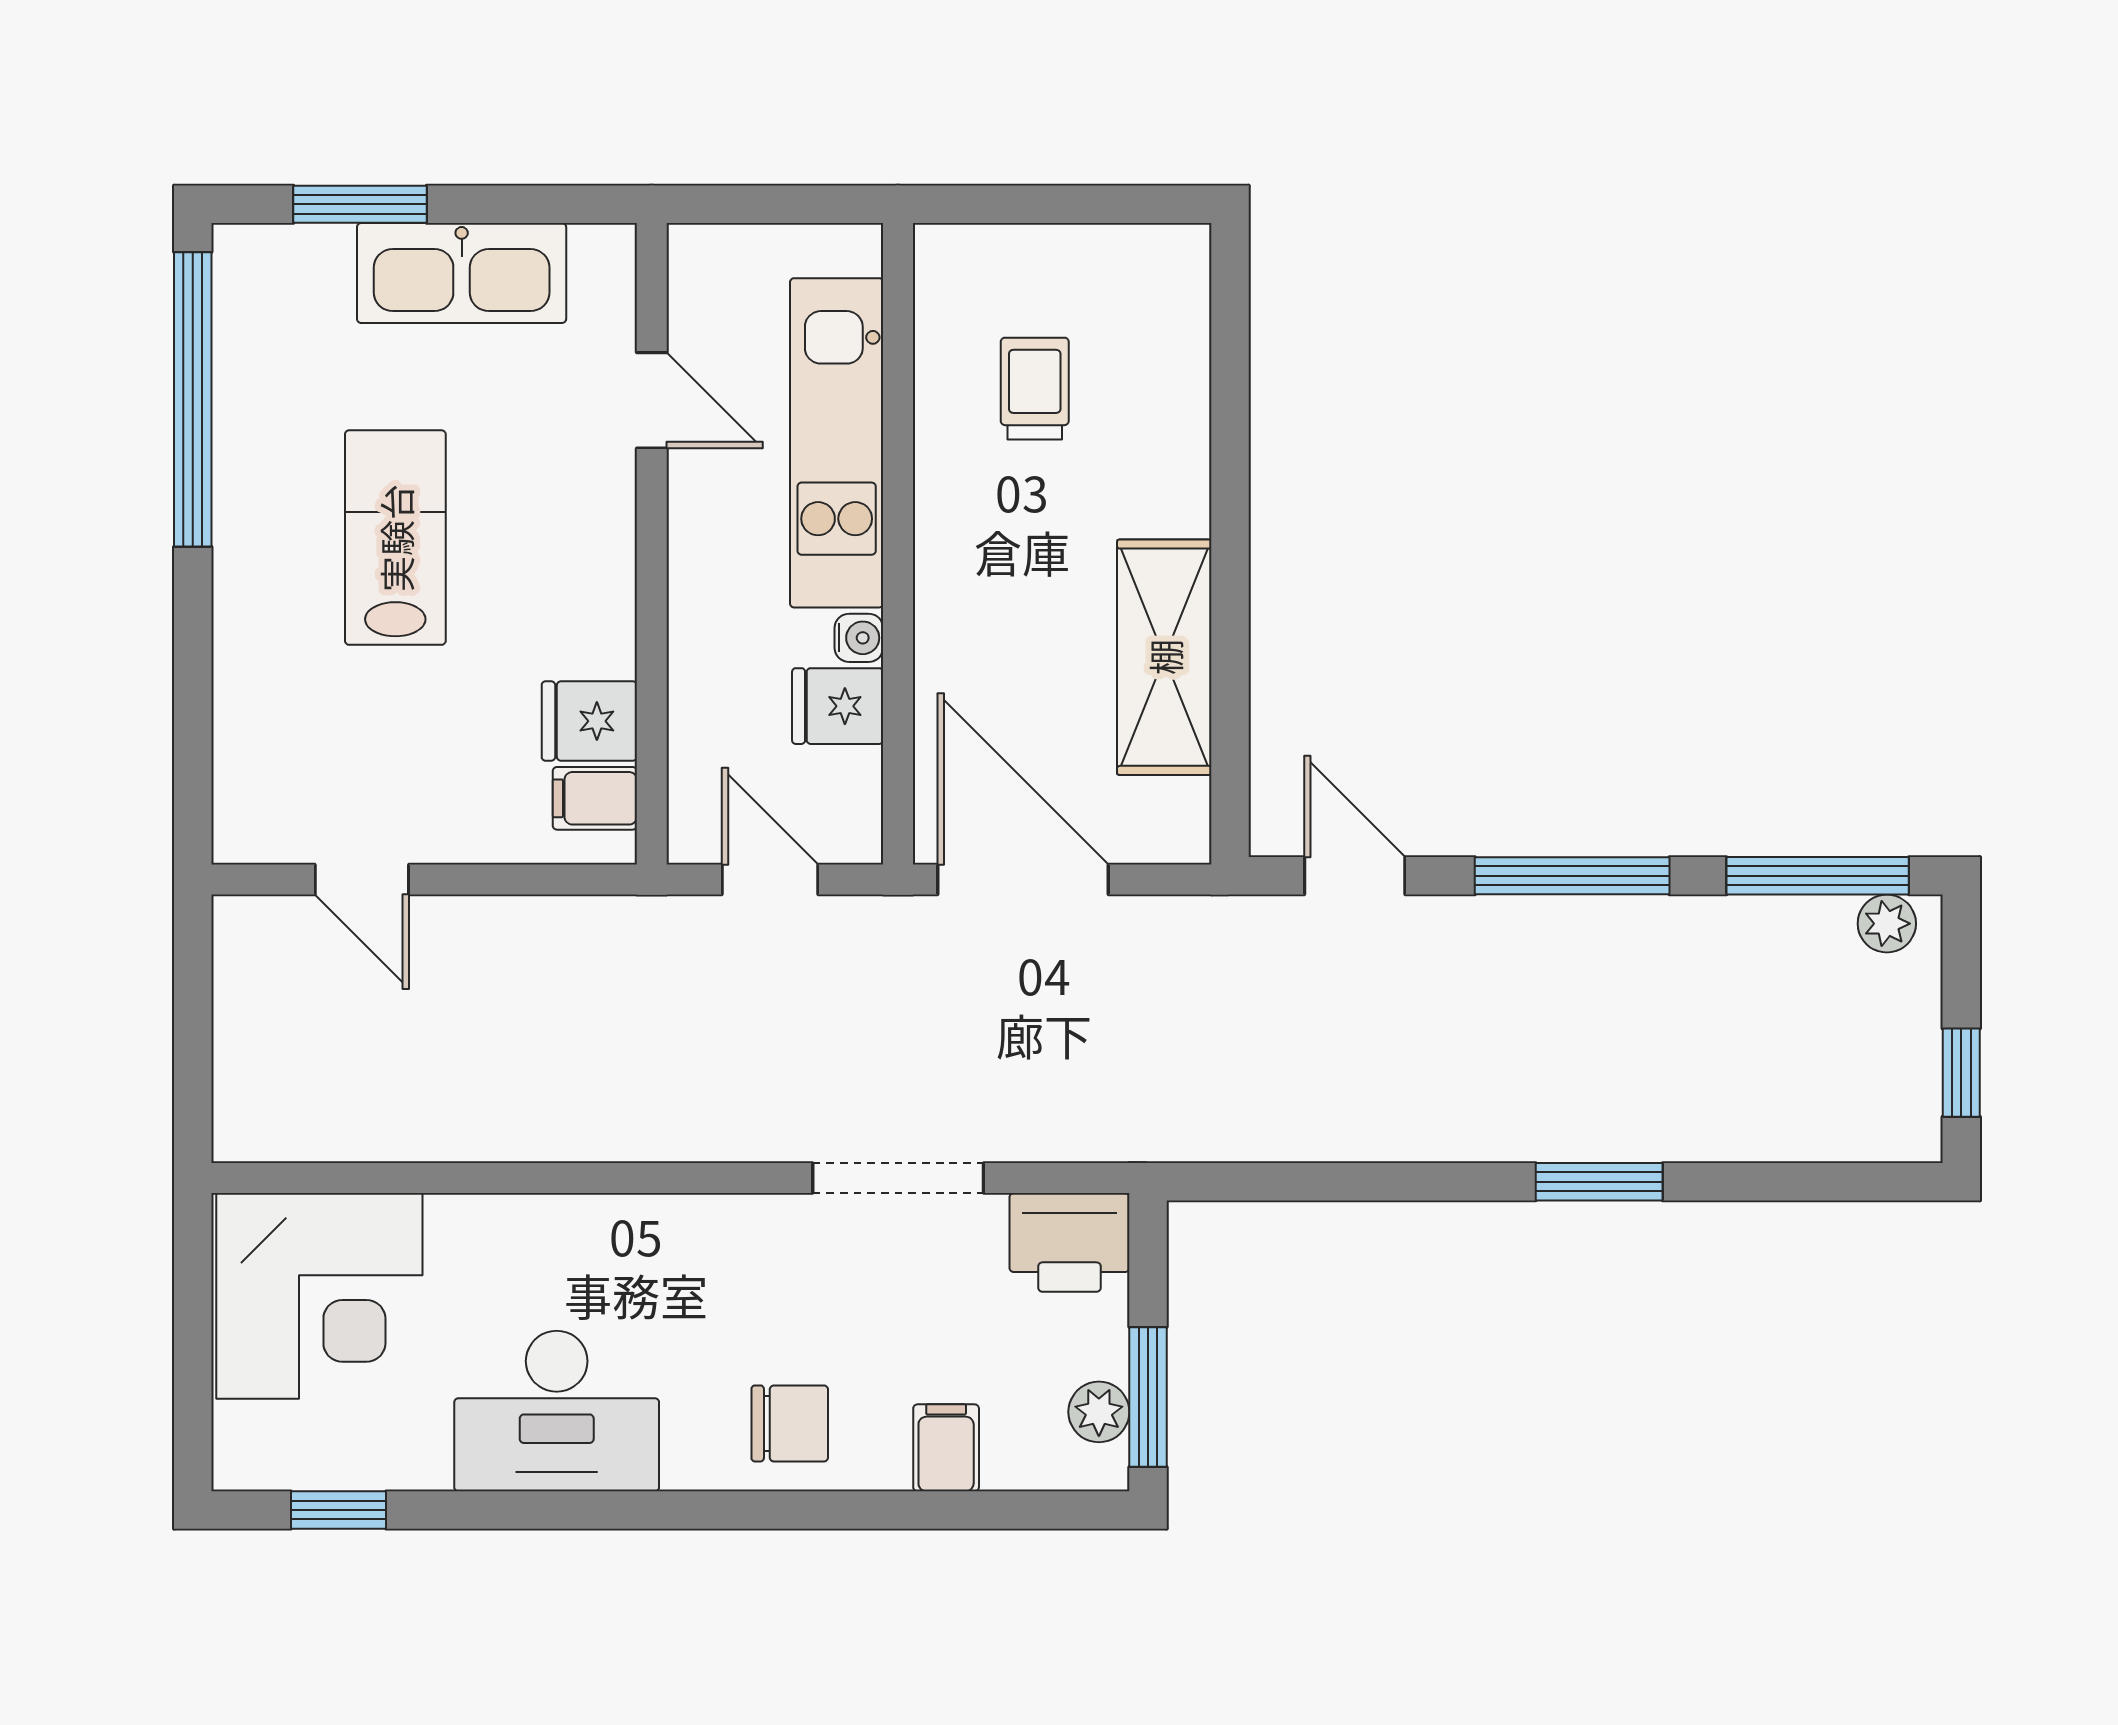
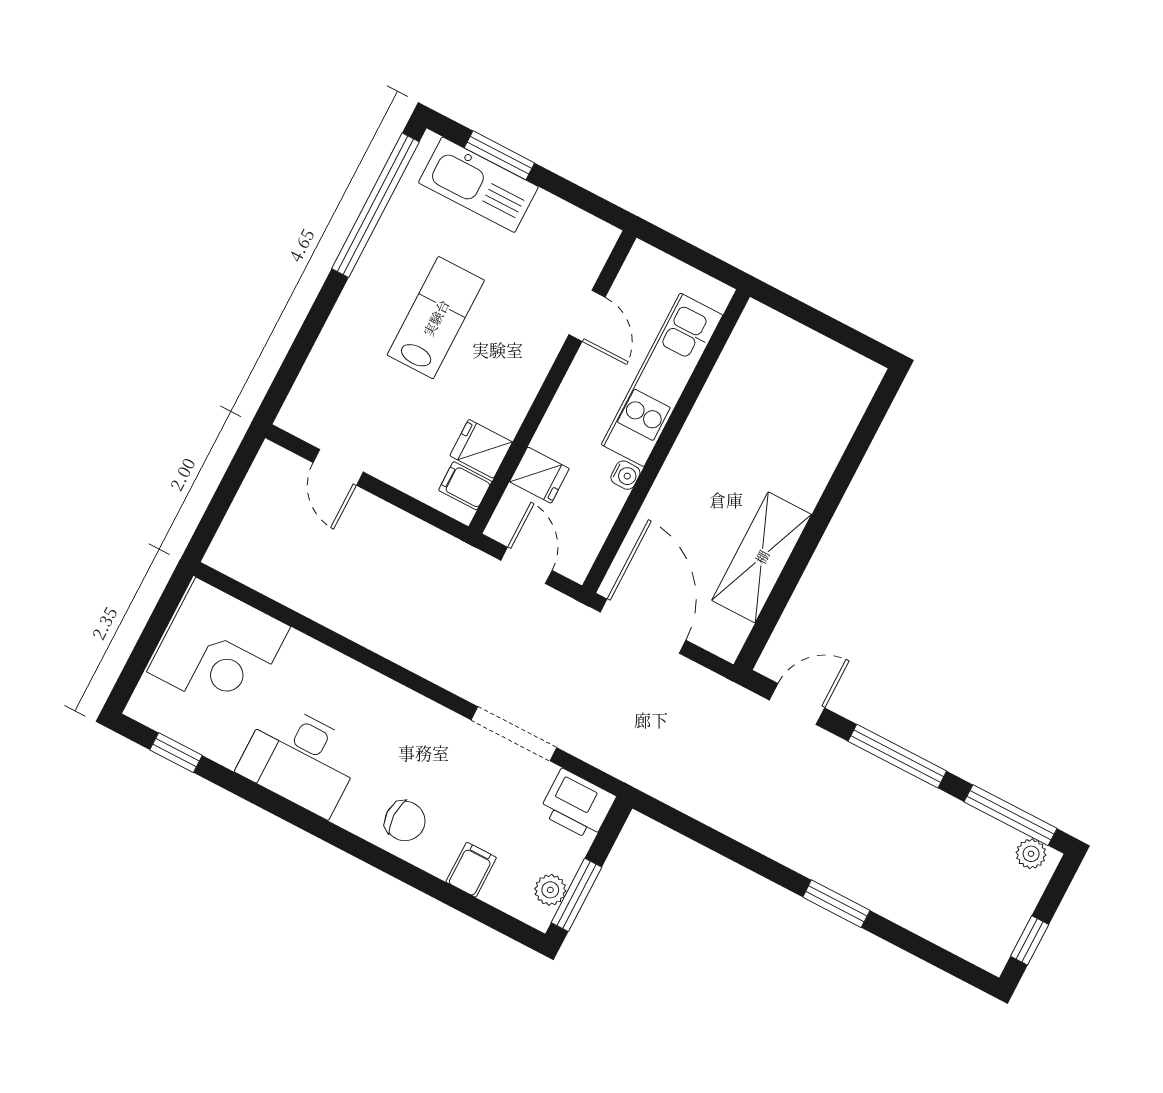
kitchen sink: (462, 273) -> (478, 185), moved
trolley: (1035, 389) -> (766, 402), removed
fridge: (838, 706) -> (539, 475), moved, turned 180
door: (1355, 876) -> (797, 704), hinge flipped

